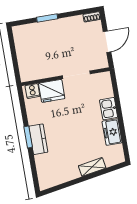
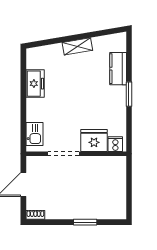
kitchen sink: (109, 109) -> (34, 134), moved
kitchen counter: (38, 139) -> (118, 69), moved
shelving: (92, 167) -> (77, 46), moved

